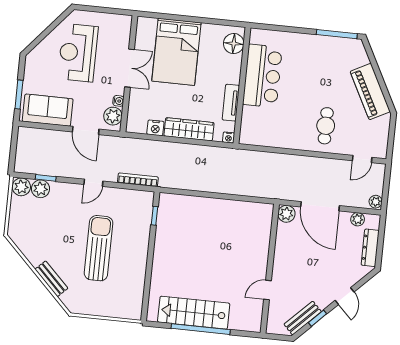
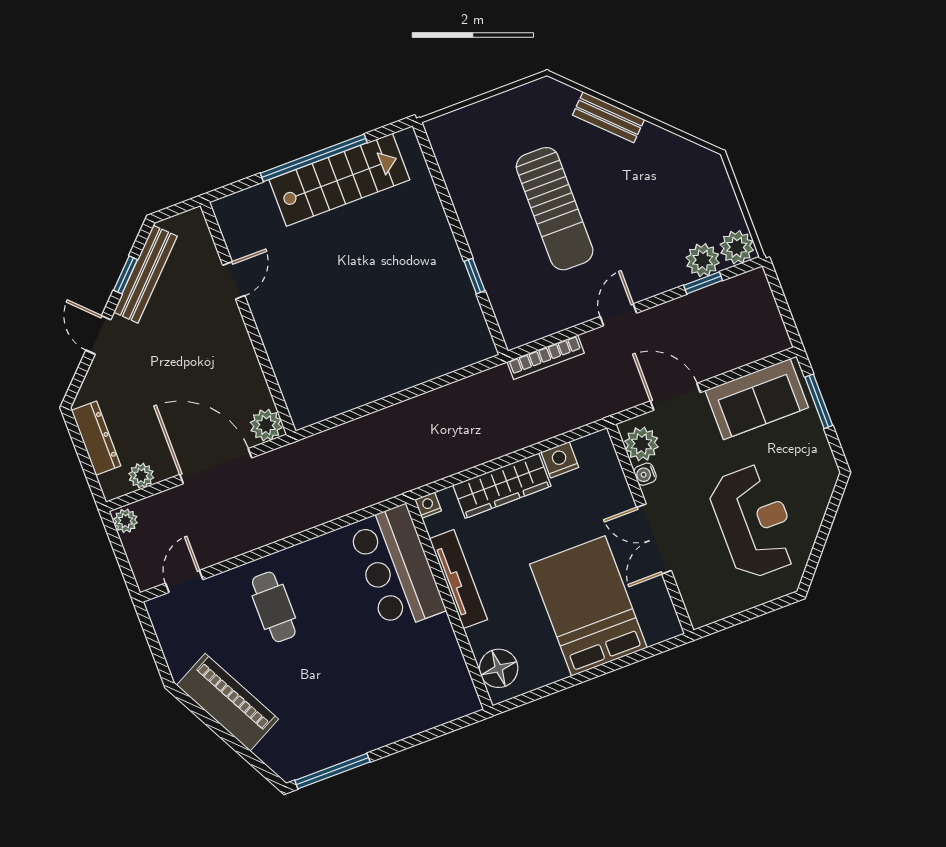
bar counter: (262, 76) -> (397, 568), moved
tv unit: (231, 103) -> (459, 579), width x1.41
window: (154, 216) -> (474, 276), moved
bench: (303, 318) -> (146, 274), width x1.36

